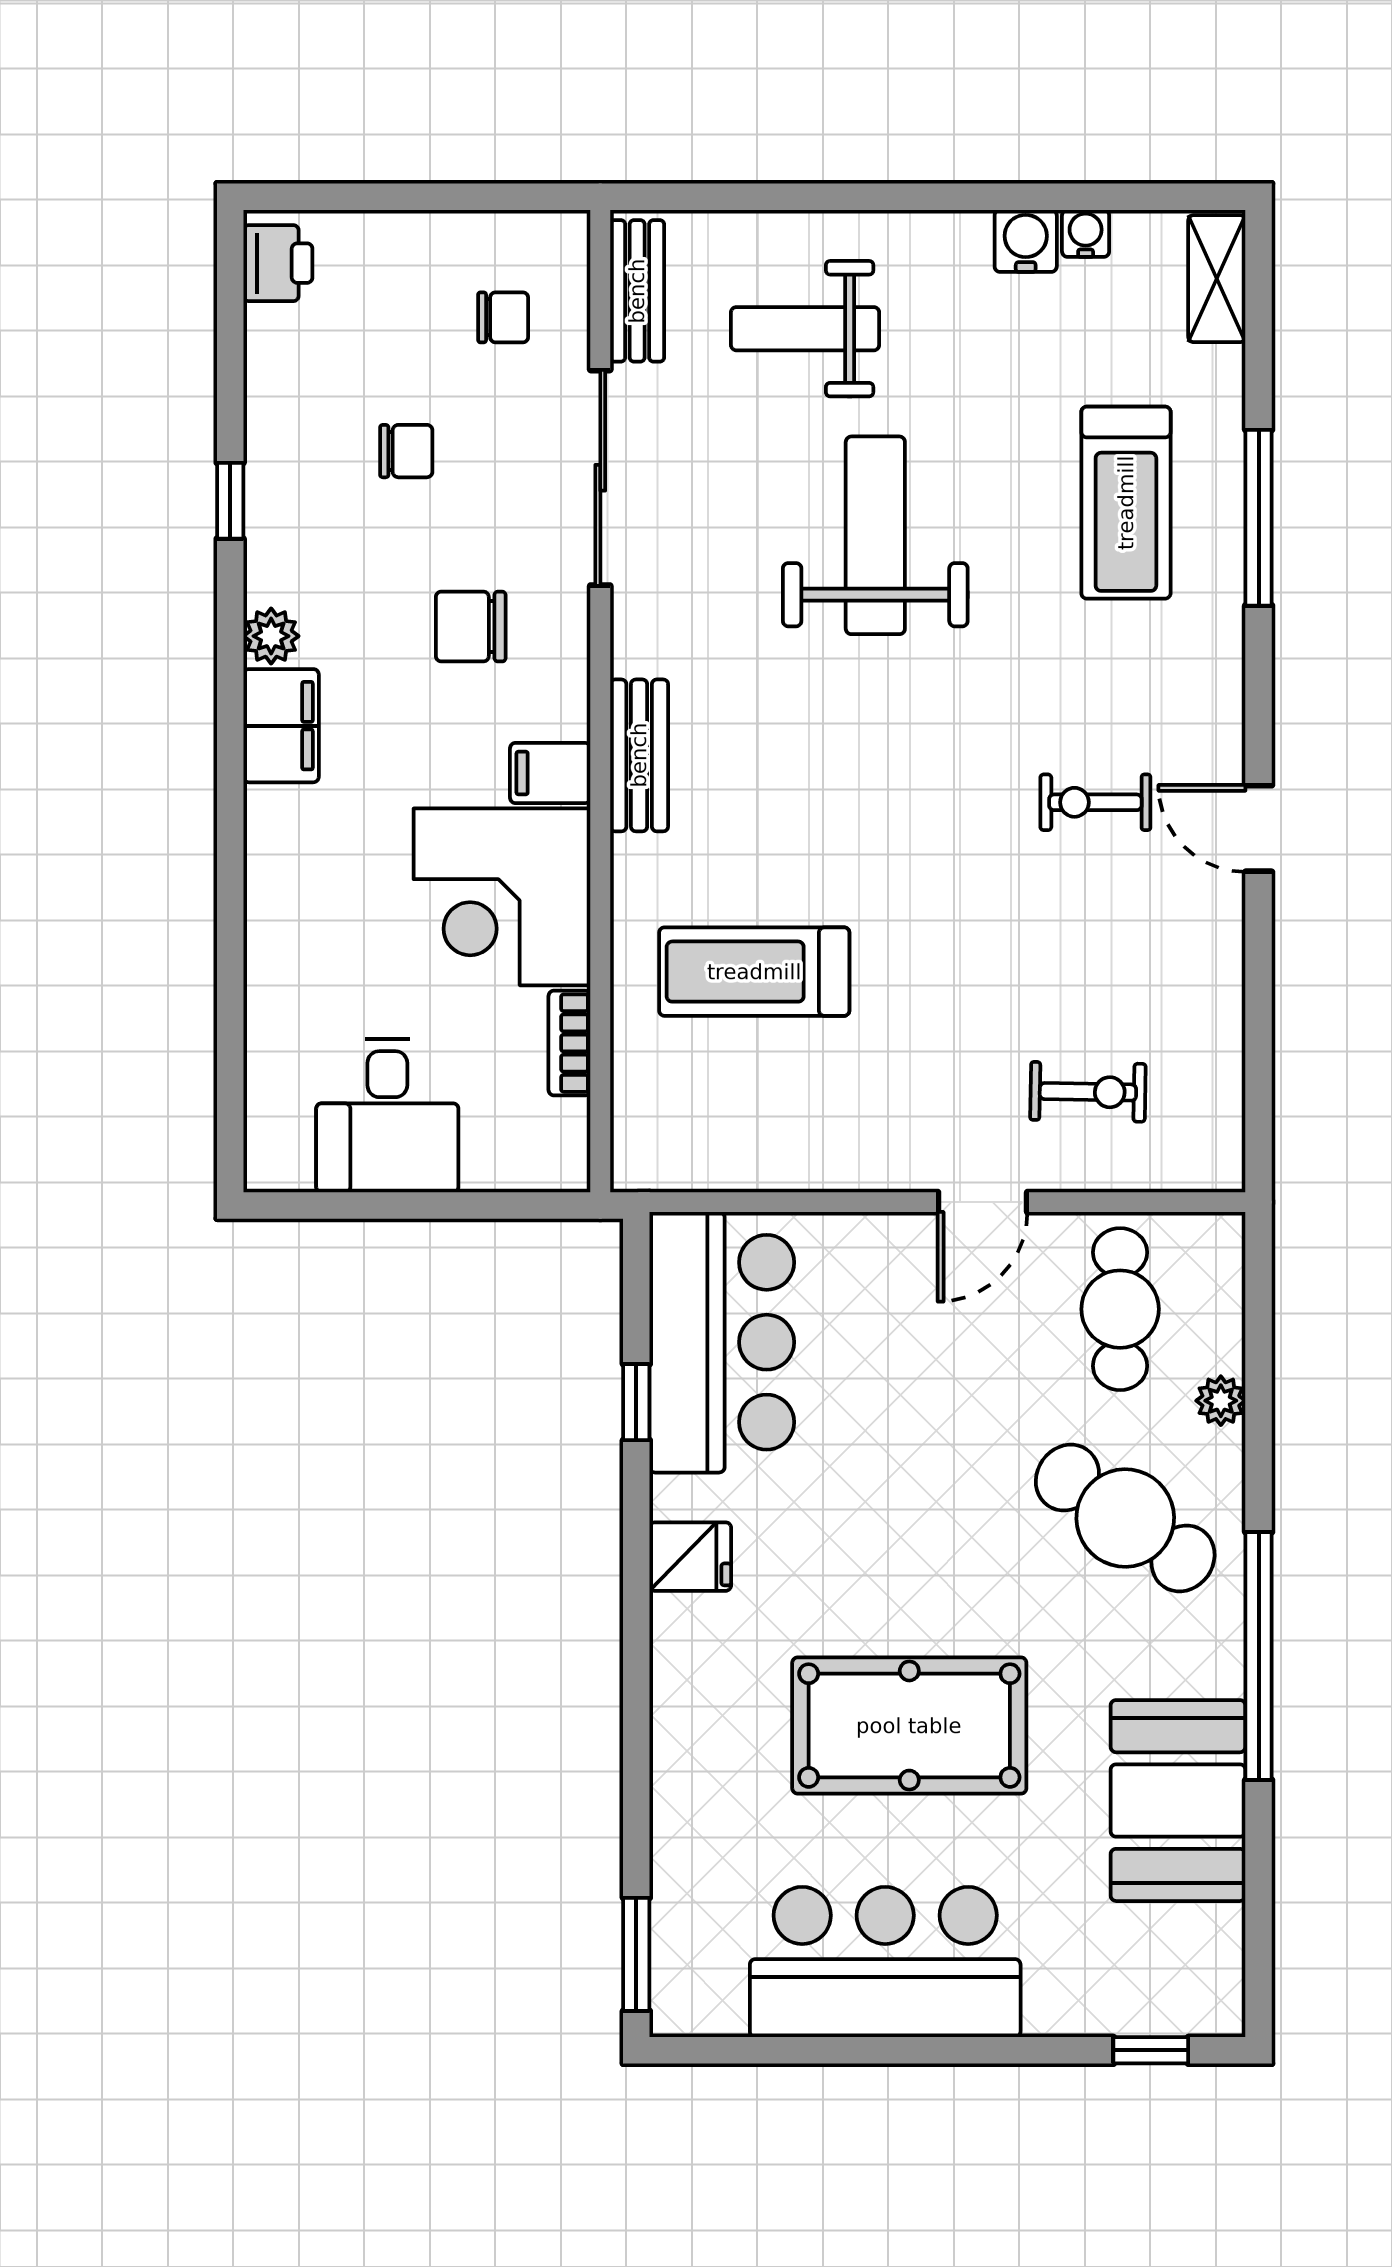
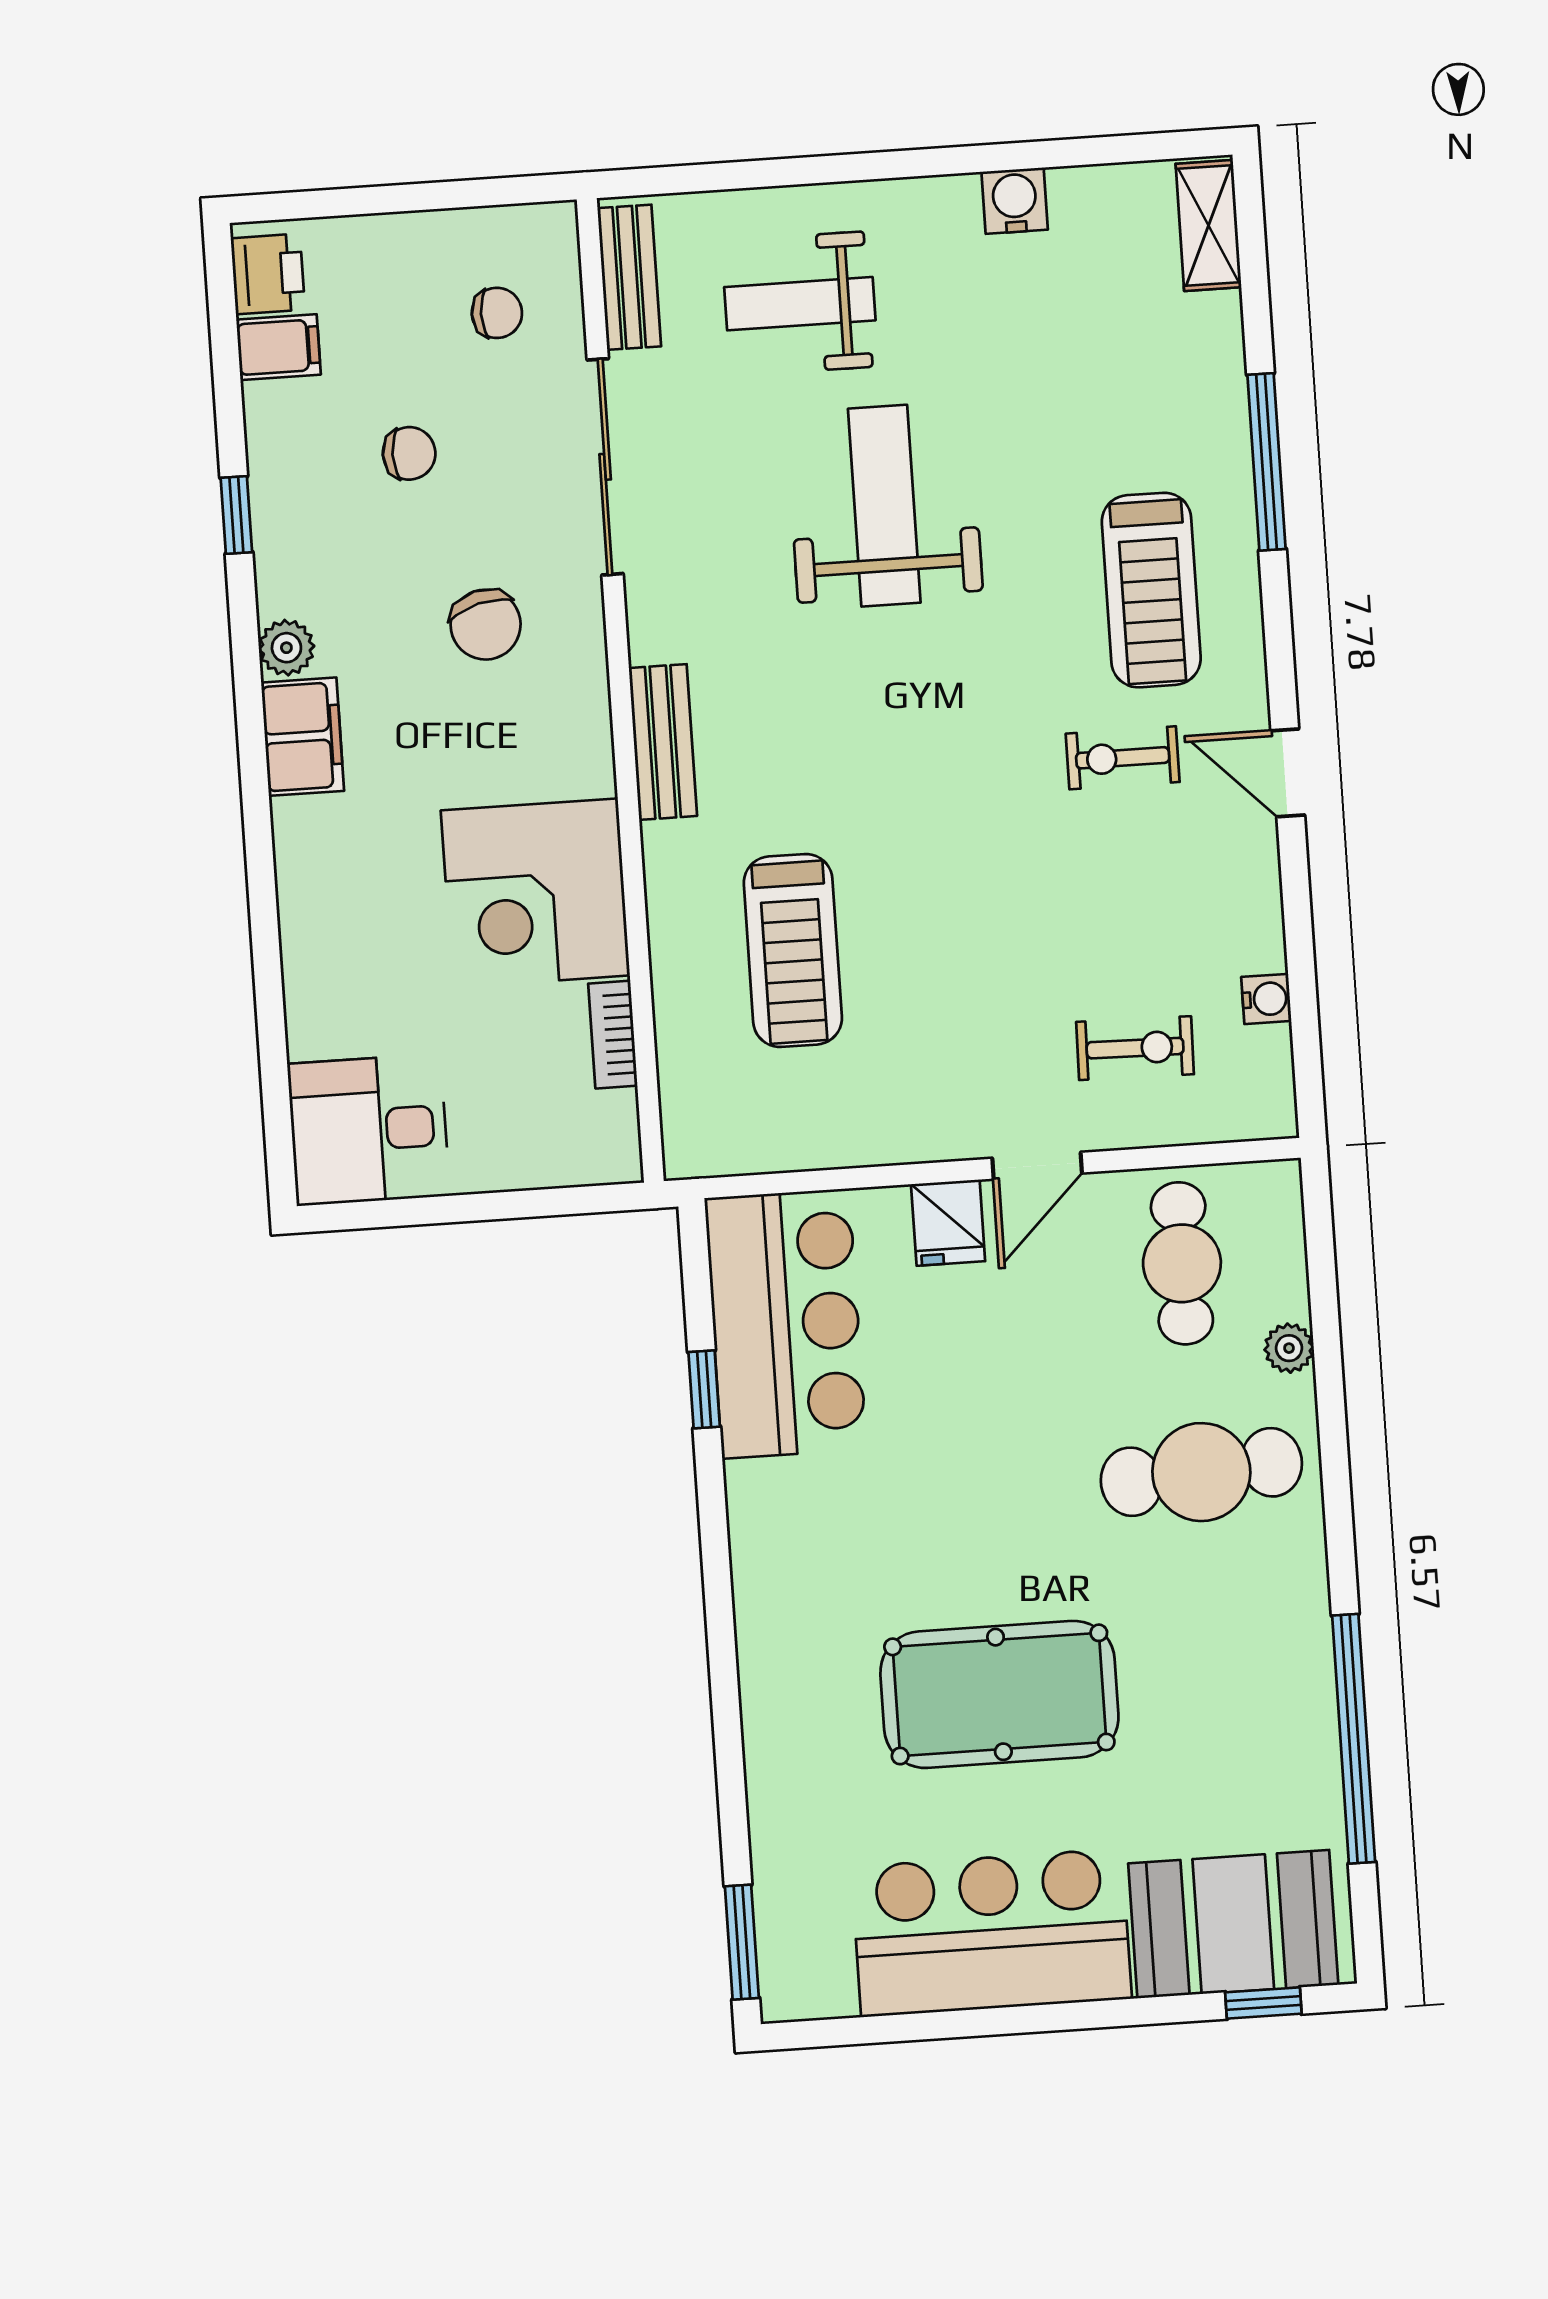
water cooler: (1086, 233) -> (1266, 999), moved, turned 90
treadmill: (1126, 503) -> (1151, 590), moved
chair: (471, 627) -> (486, 625), turned -105
filing cabinet: (550, 773) -> (278, 347), moved, turned 180
treadmill: (754, 972) -> (793, 950), turned -90
desk: (387, 1116) -> (369, 1130), moved, turned 90
cafe table: (1125, 1518) -> (1201, 1472), turned -39
fridge: (690, 1557) -> (948, 1223), moved, turned 90
window: (1259, 1656) -> (1354, 1739), moved
booth: (1178, 1801) -> (1233, 1924), moved, turned 90

